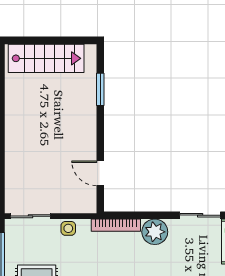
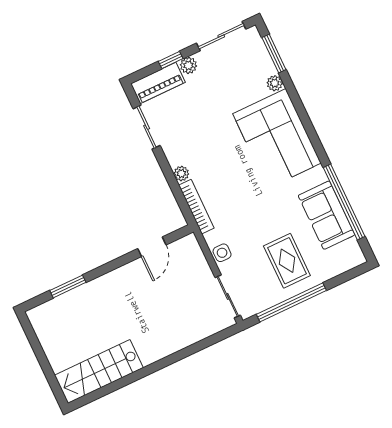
stairs: (46, 58) -> (99, 371), moved, turned -90
plant: (155, 232) -> (181, 173), width x0.53, depth x0.53

